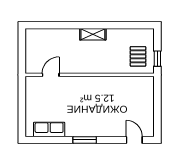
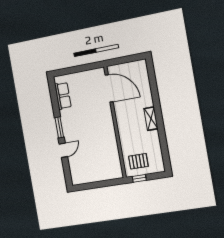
door: (51, 75) -> (109, 88), width x1.88
door: (134, 140) -> (63, 150), moved

